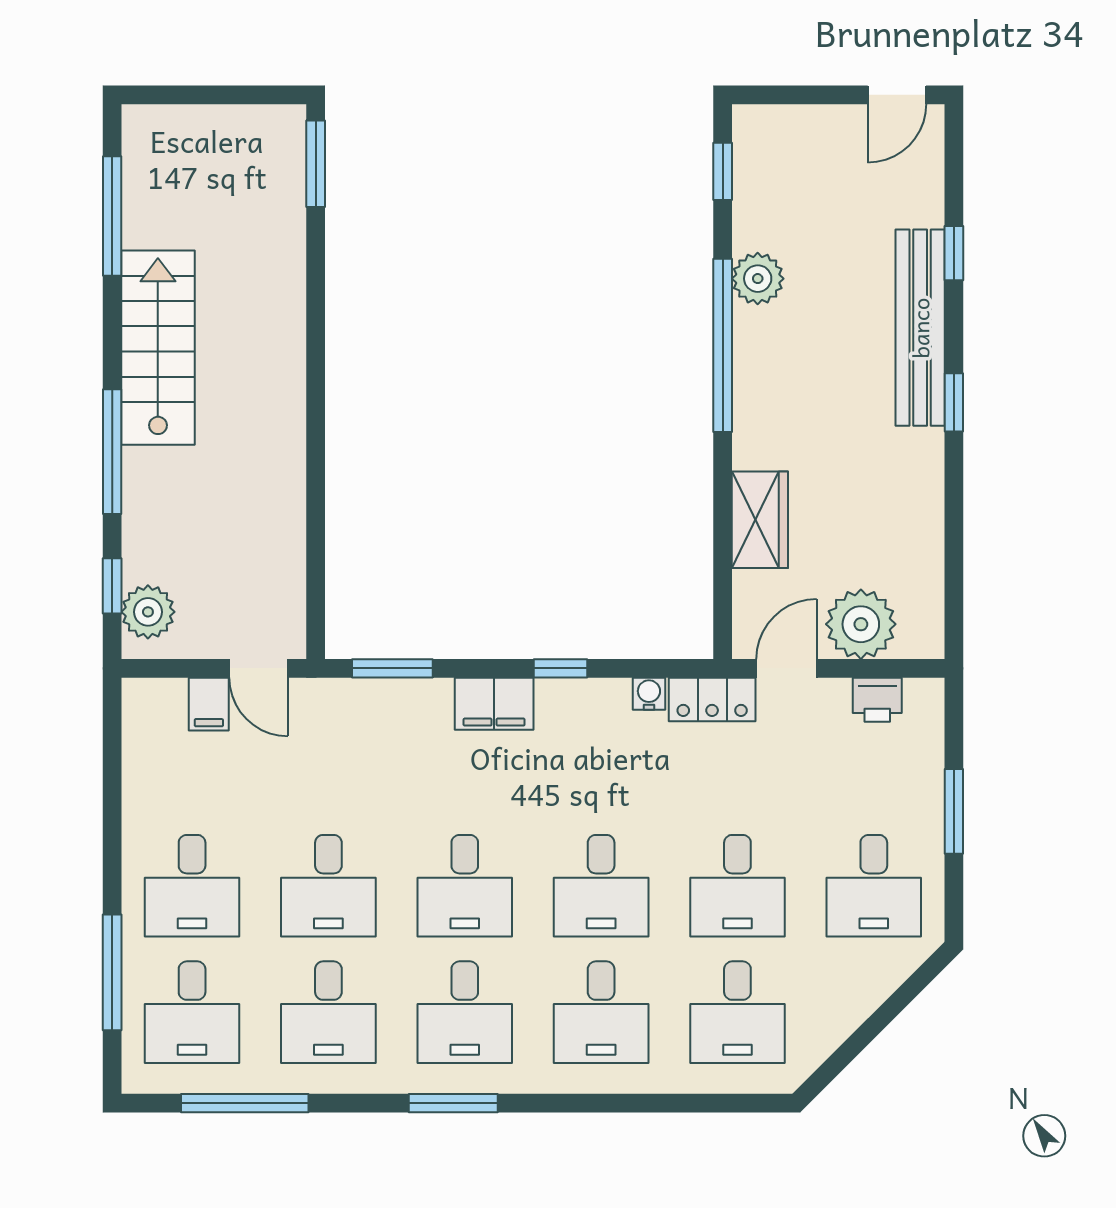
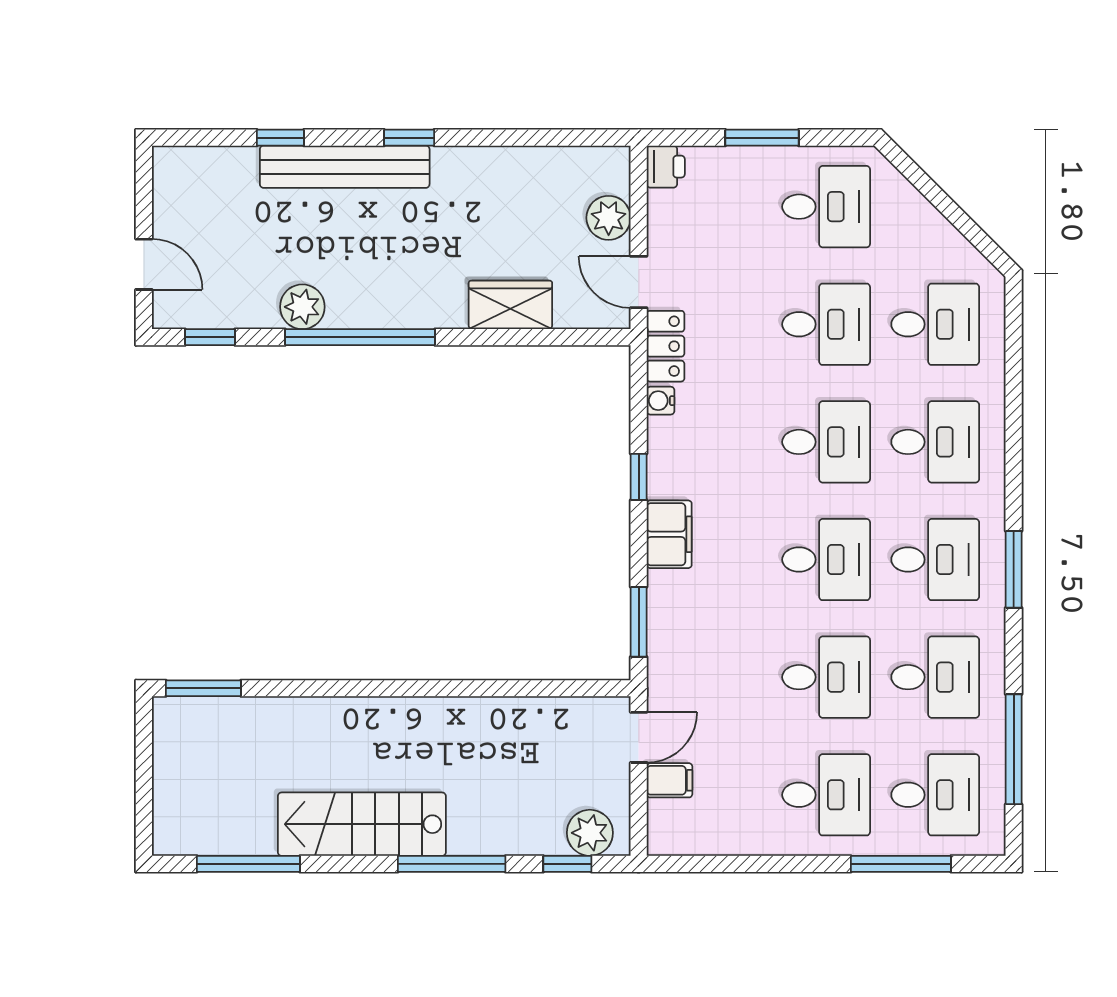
door: (897, 95) -> (144, 264), moved
plant: (861, 624) -> (609, 218), width x0.73, depth x0.73
printer: (877, 700) -> (666, 167), moved

